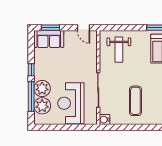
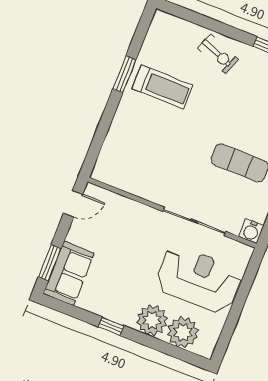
weight bench: (119, 50) -> (137, 156), removed
window: (31, 97) -> (159, 345), removed
reception desk: (71, 103) -> (198, 279), turned 180

